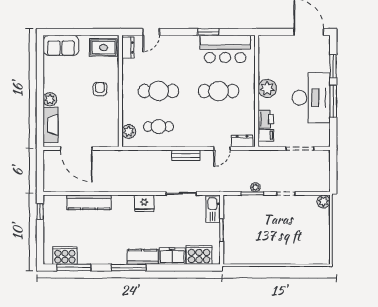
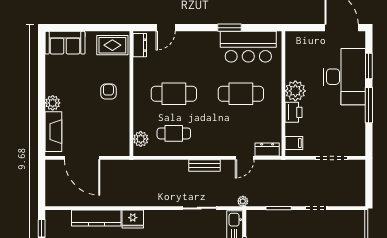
desk: (311, 98) -> (344, 77), moved
printer: (266, 119) -> (293, 112), moved
plant: (255, 187) -> (243, 201), moved
plant: (324, 201) -> (358, 217), removed
fridge: (144, 203) -> (133, 219), moved

